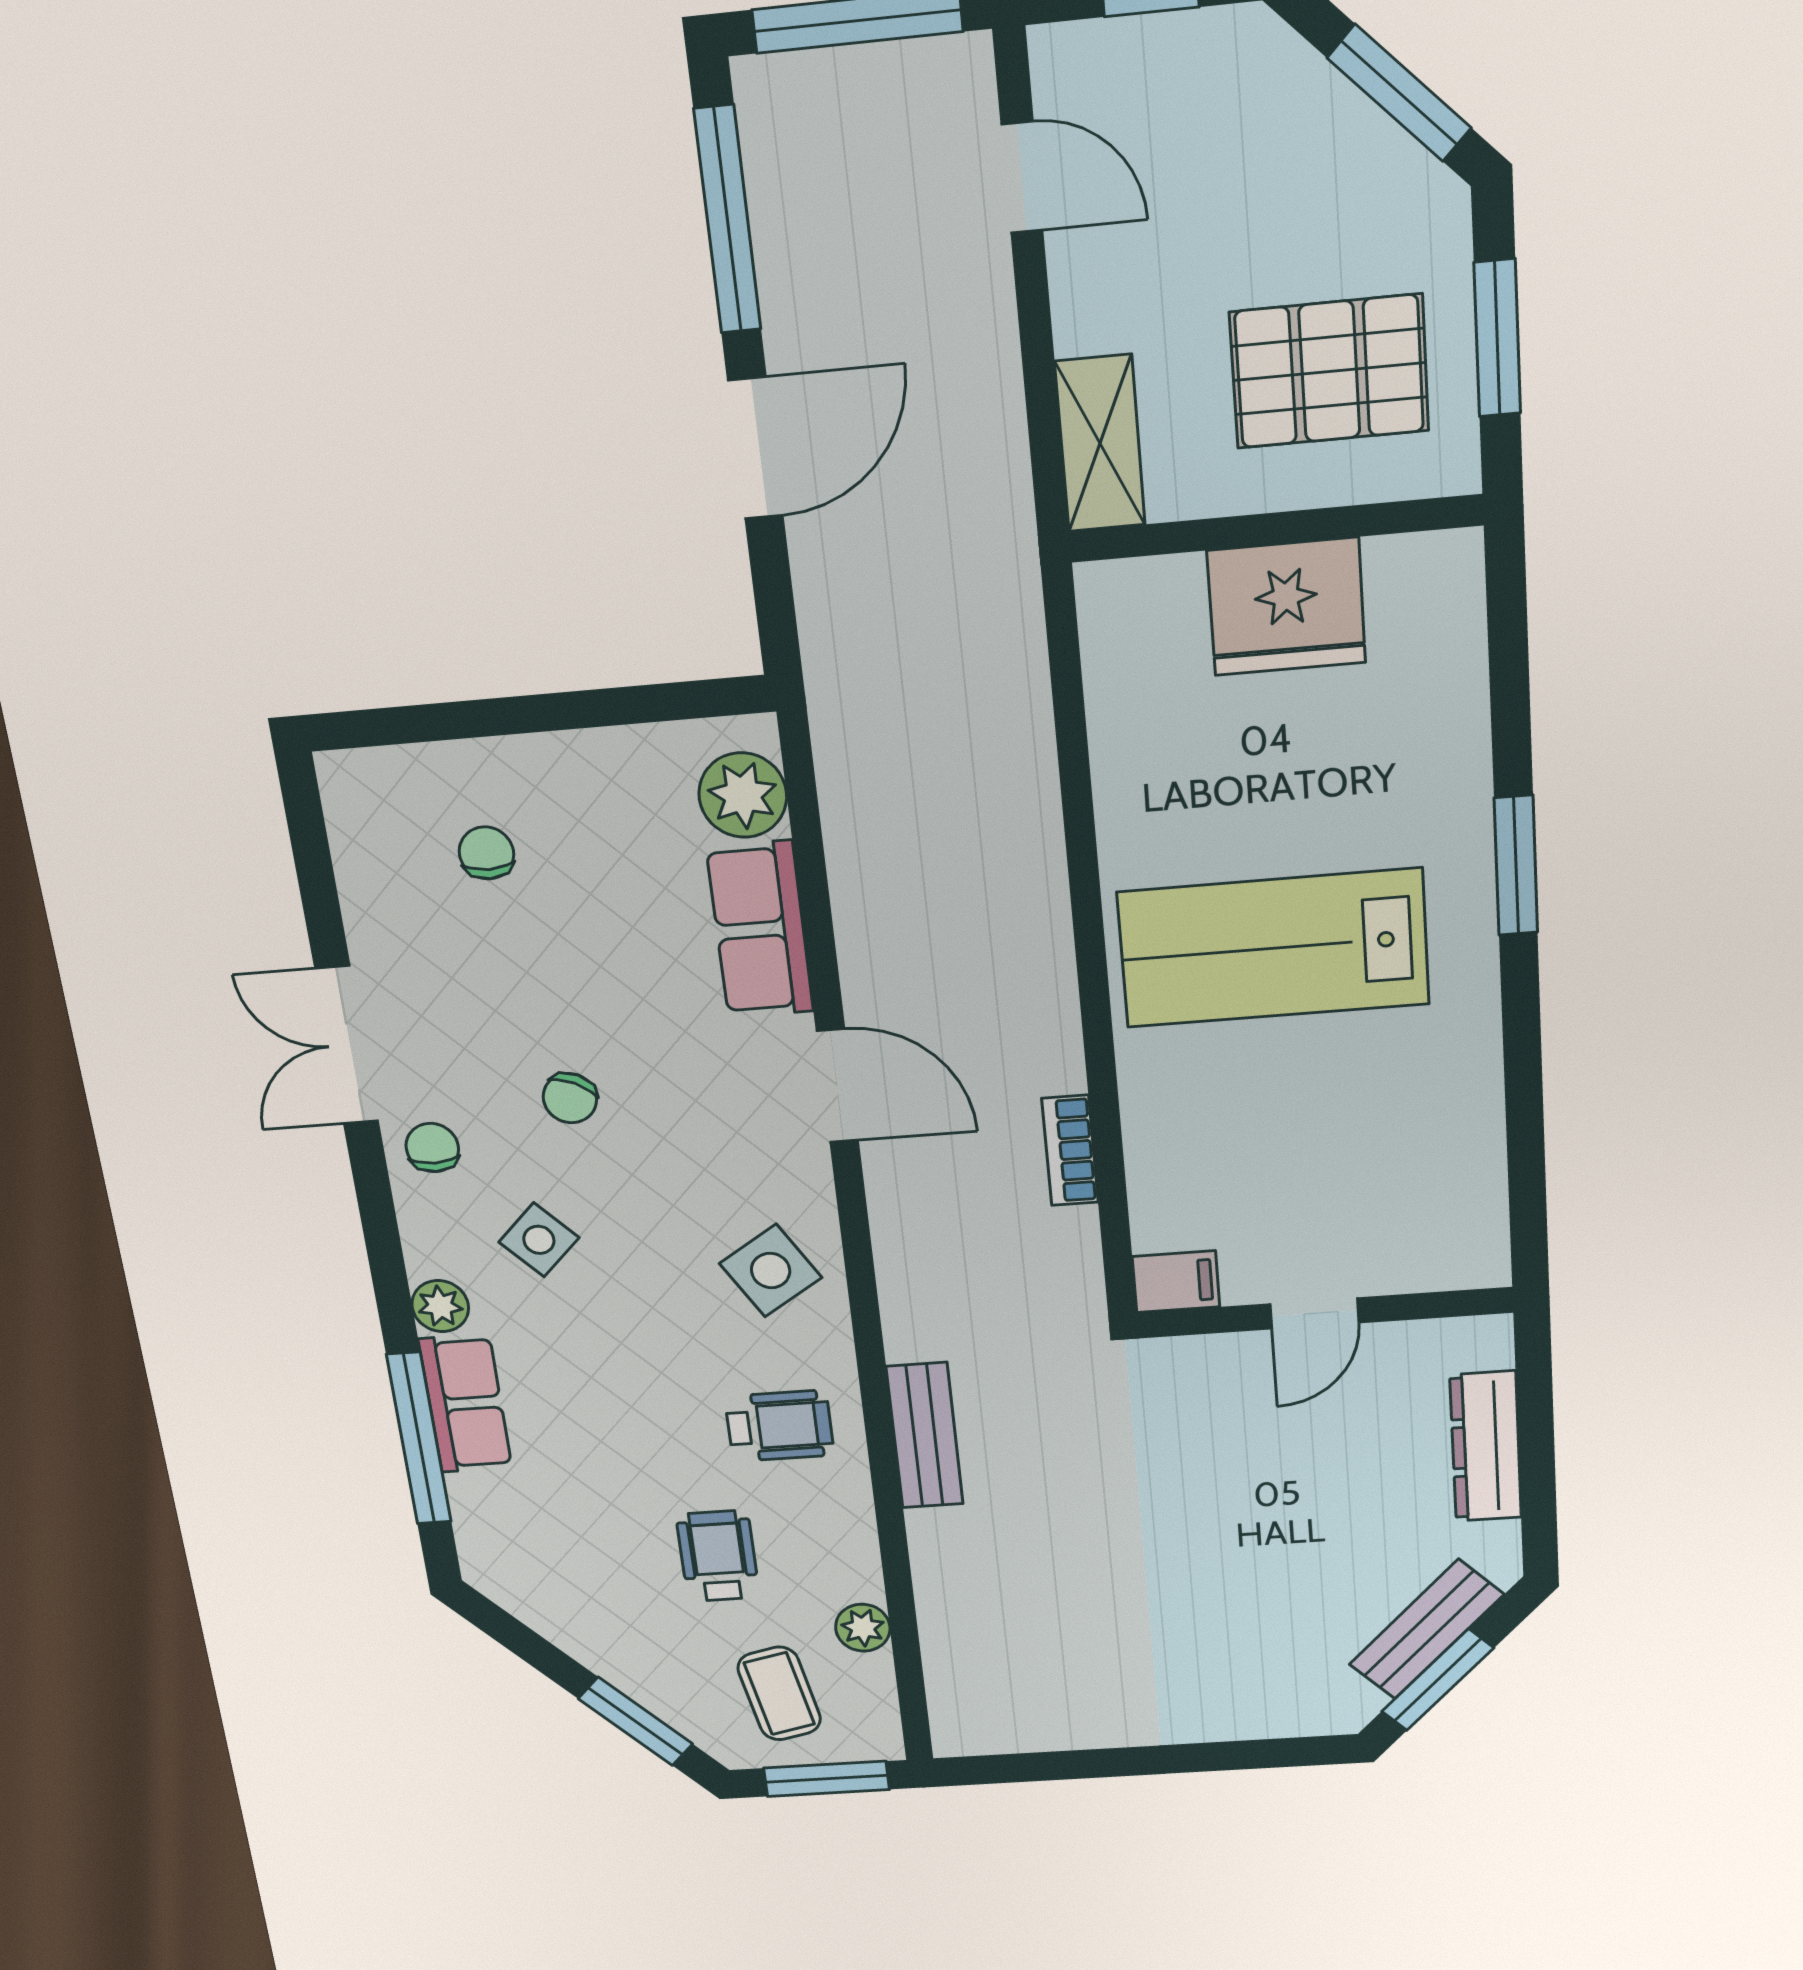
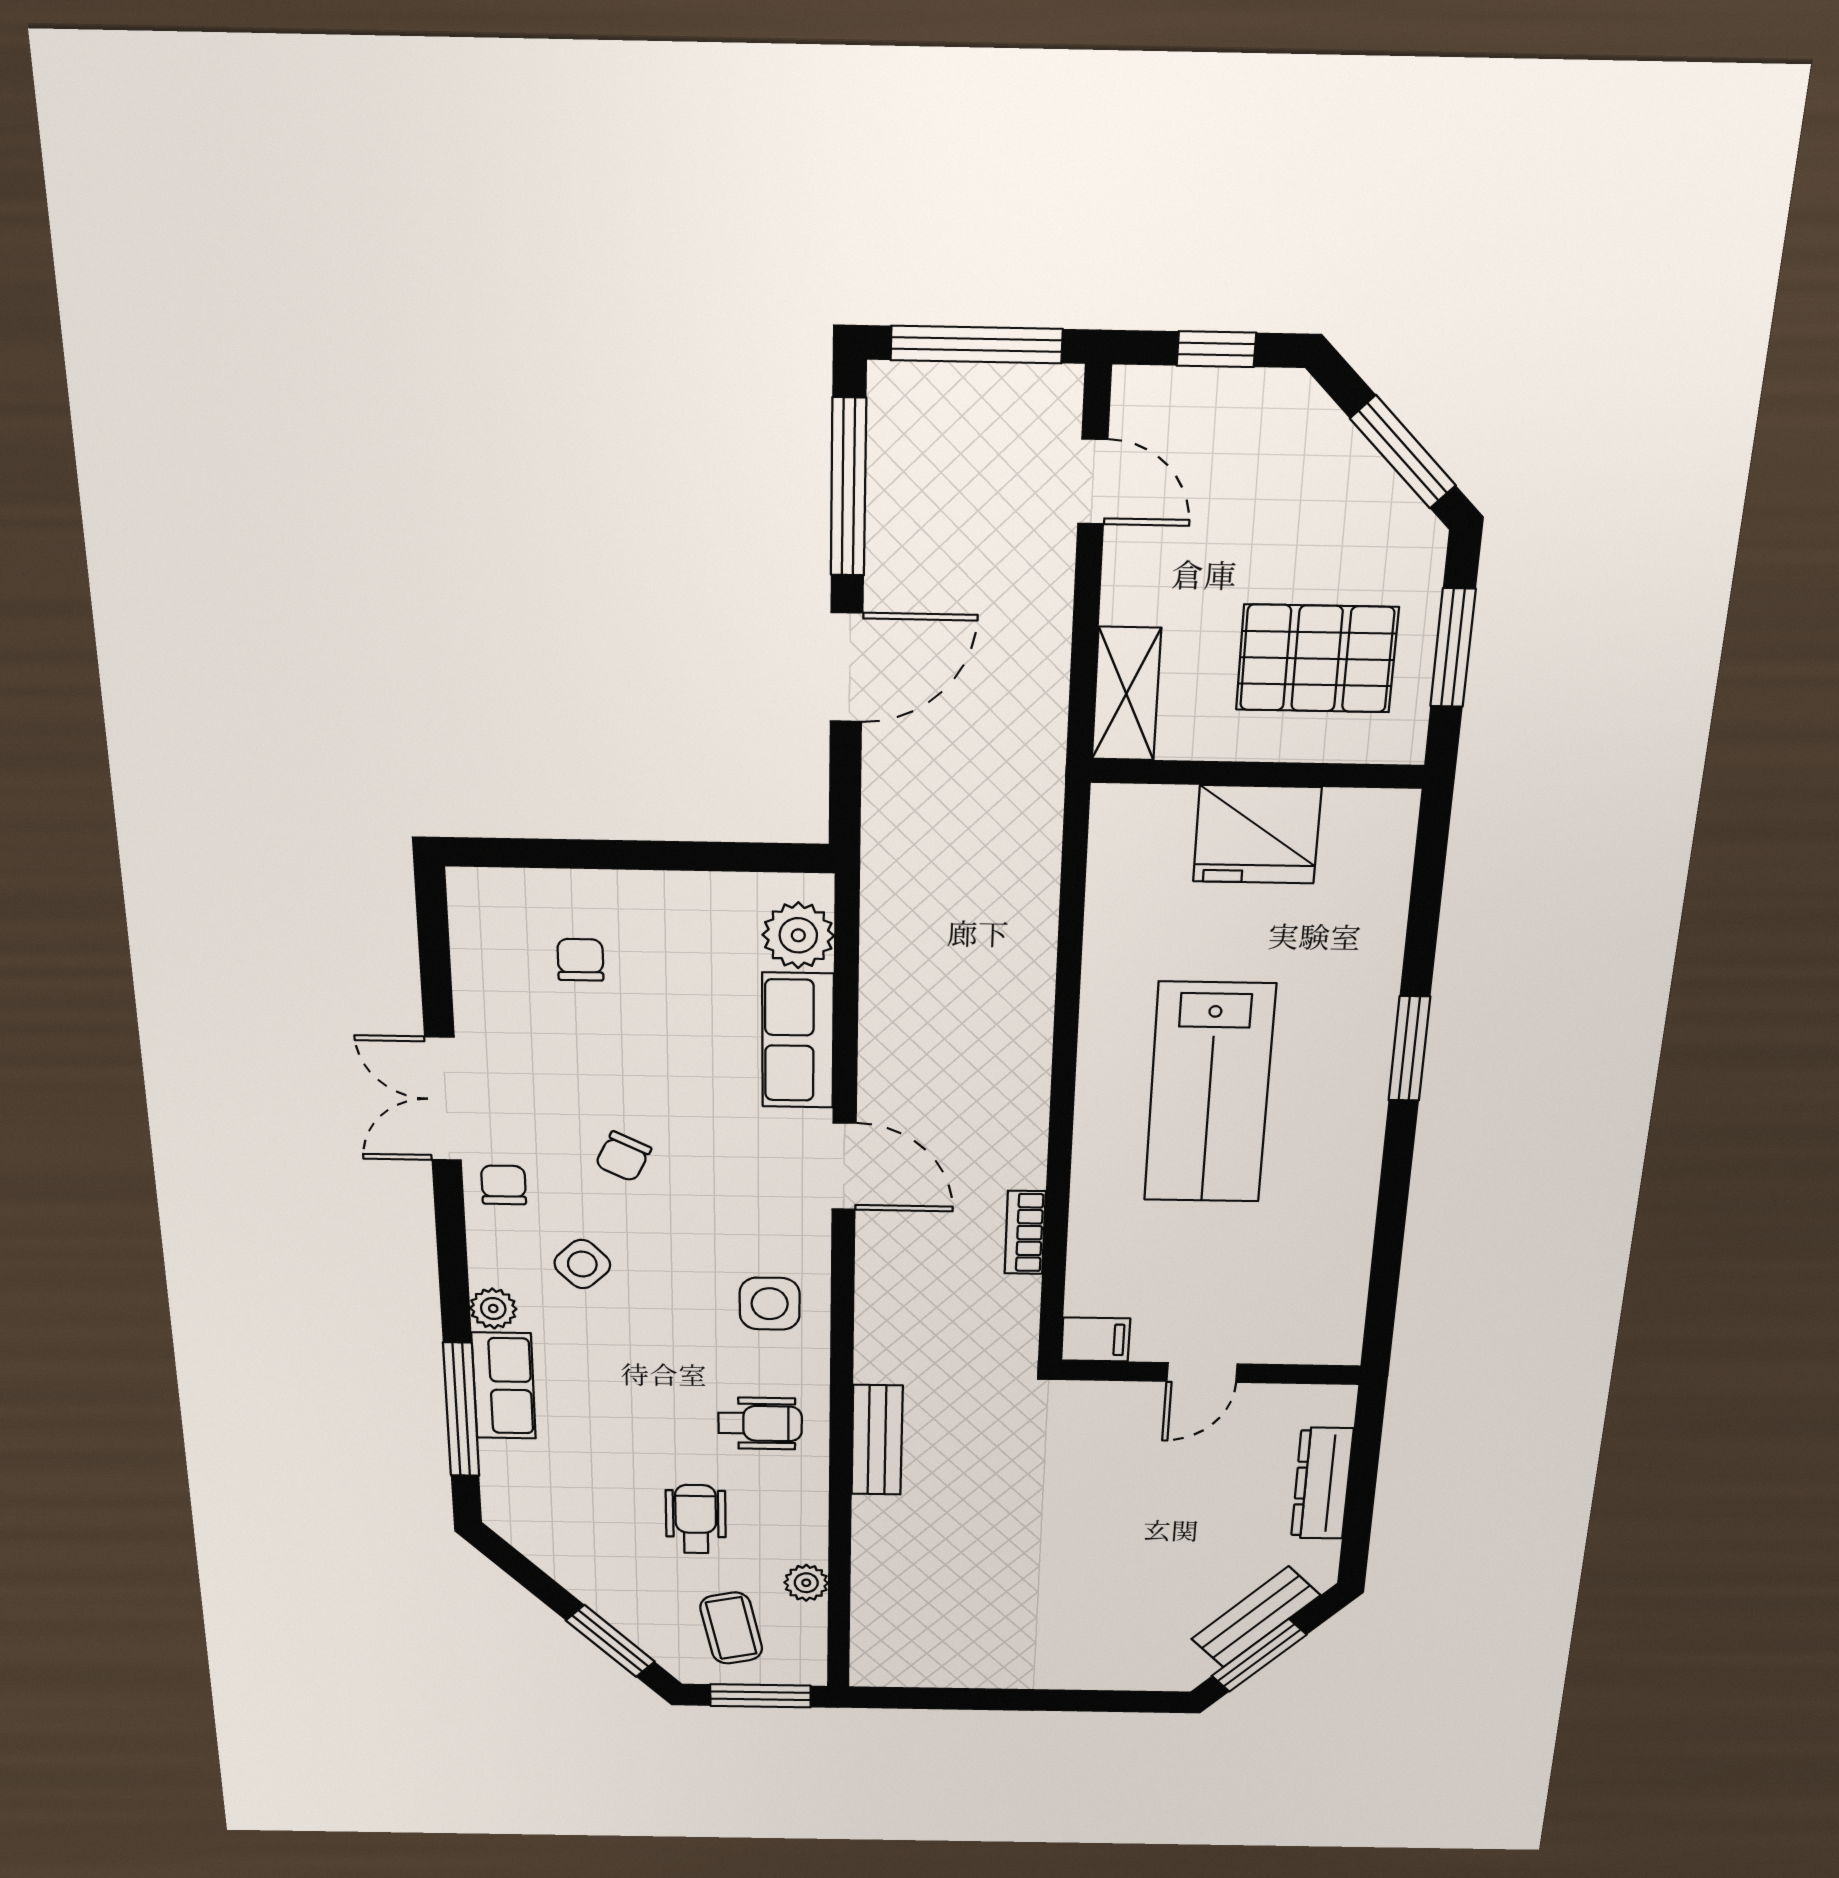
lab bench: (1273, 948) -> (1209, 1093), turned -90
side table: (771, 1270) -> (770, 1304), turned 32

